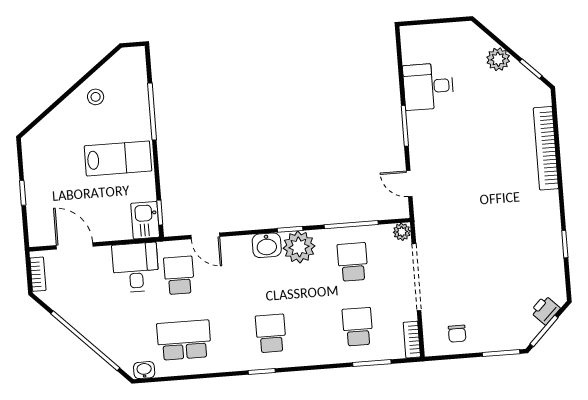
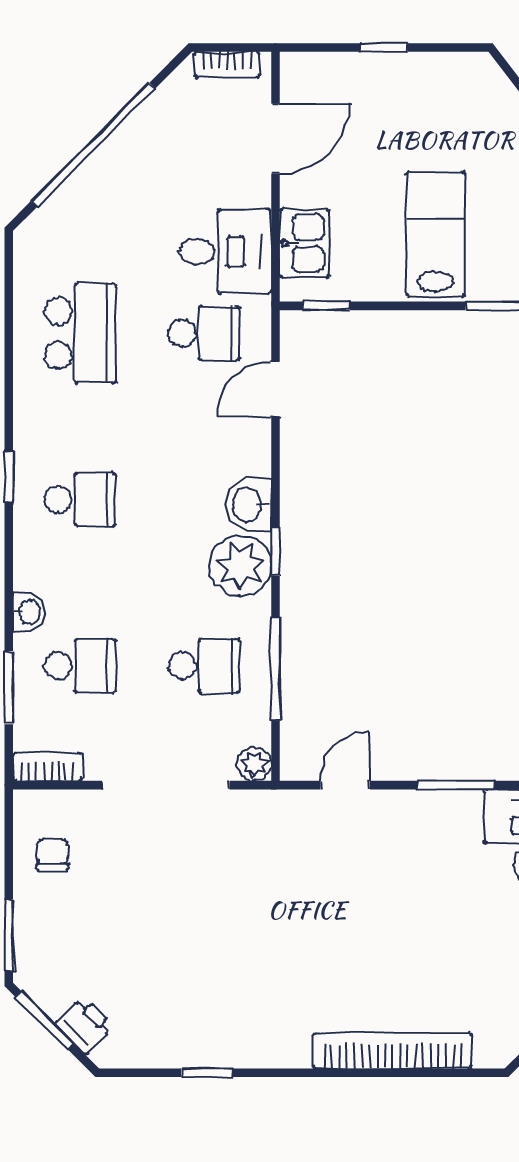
lab bench: (118, 158) -> (436, 234), turned 180
kitchen sink: (145, 220) -> (305, 243), moved, turned 90
chair: (457, 334) -> (52, 854), turned 90
washbasin: (144, 370) -> (29, 612), moved

